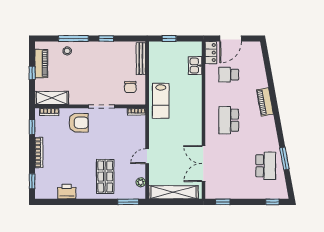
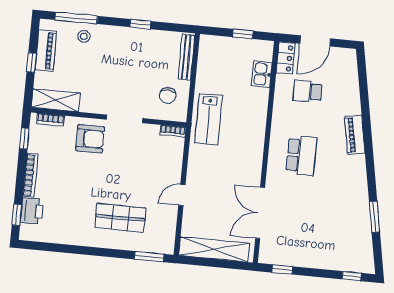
window: (73, 38) -> (76, 18), moved
window: (169, 38) -> (243, 34), moved
school desk: (229, 120) -> (301, 155), turned 180
school desk: (266, 166) -> (347, 225), removed
shop shelf: (105, 176) -> (120, 218), turned 90
plant: (141, 182) -> (169, 231), removed
printer: (67, 192) -> (32, 211), moved, turned 90

